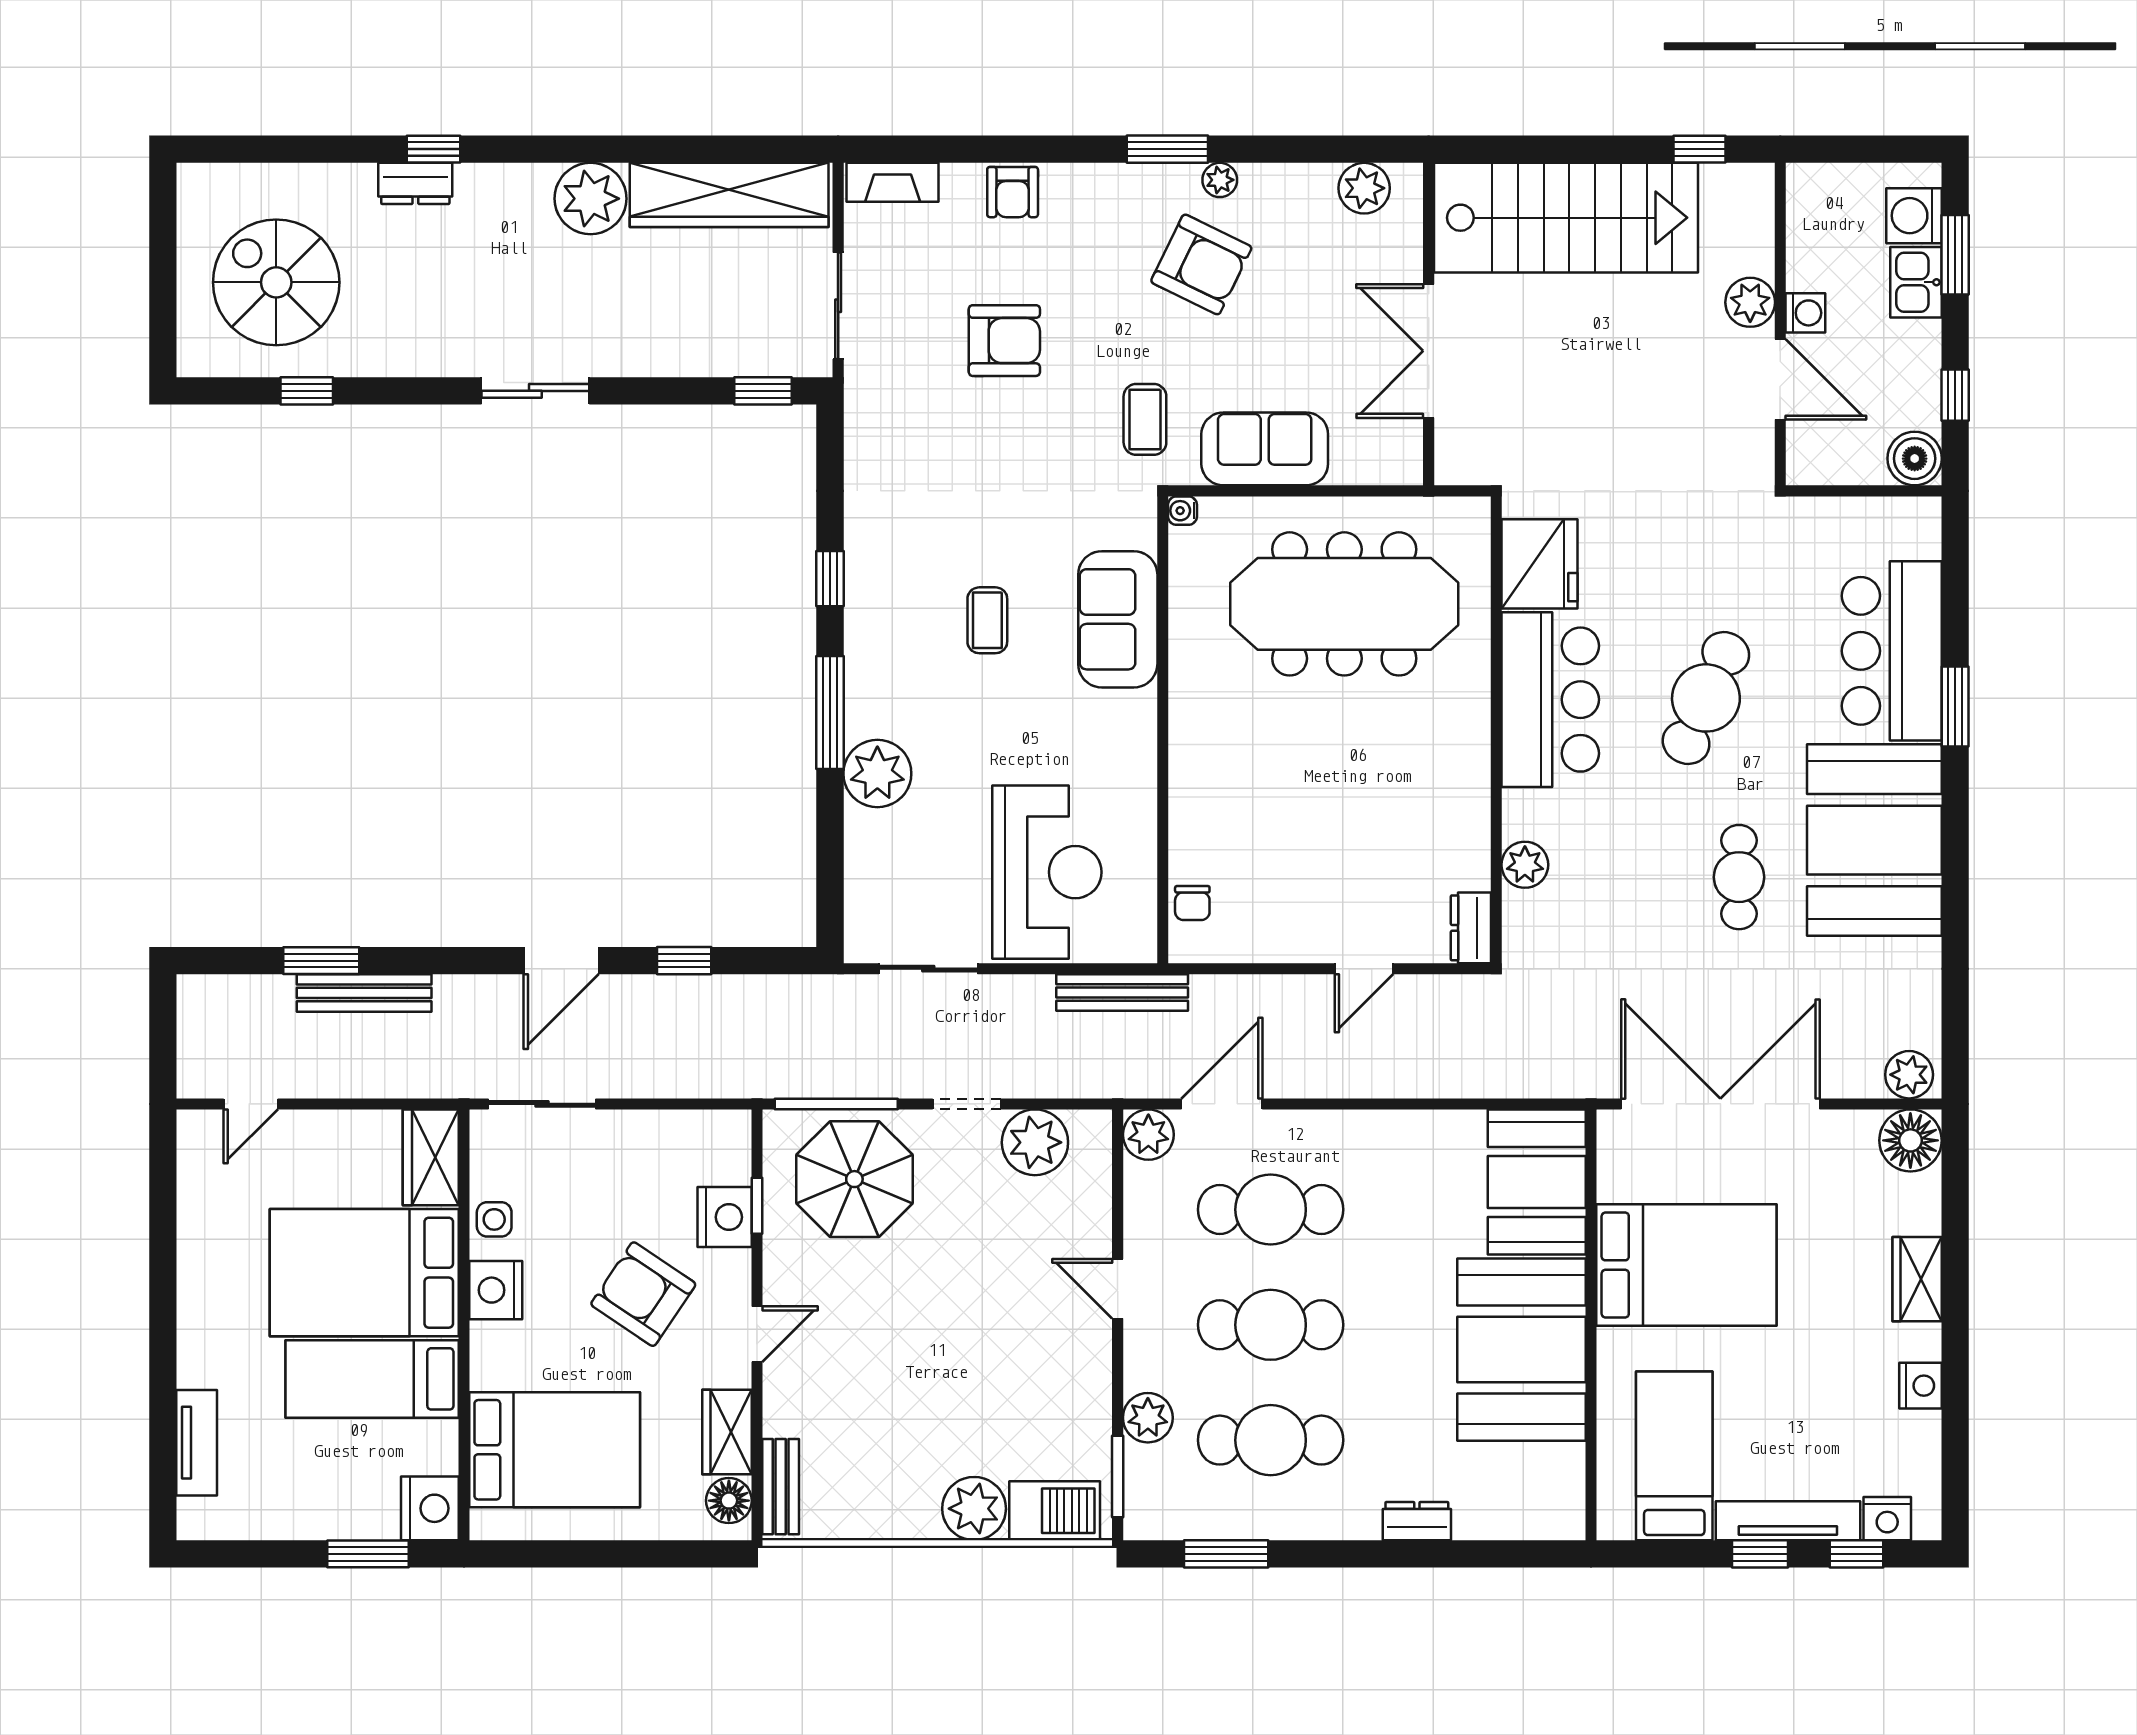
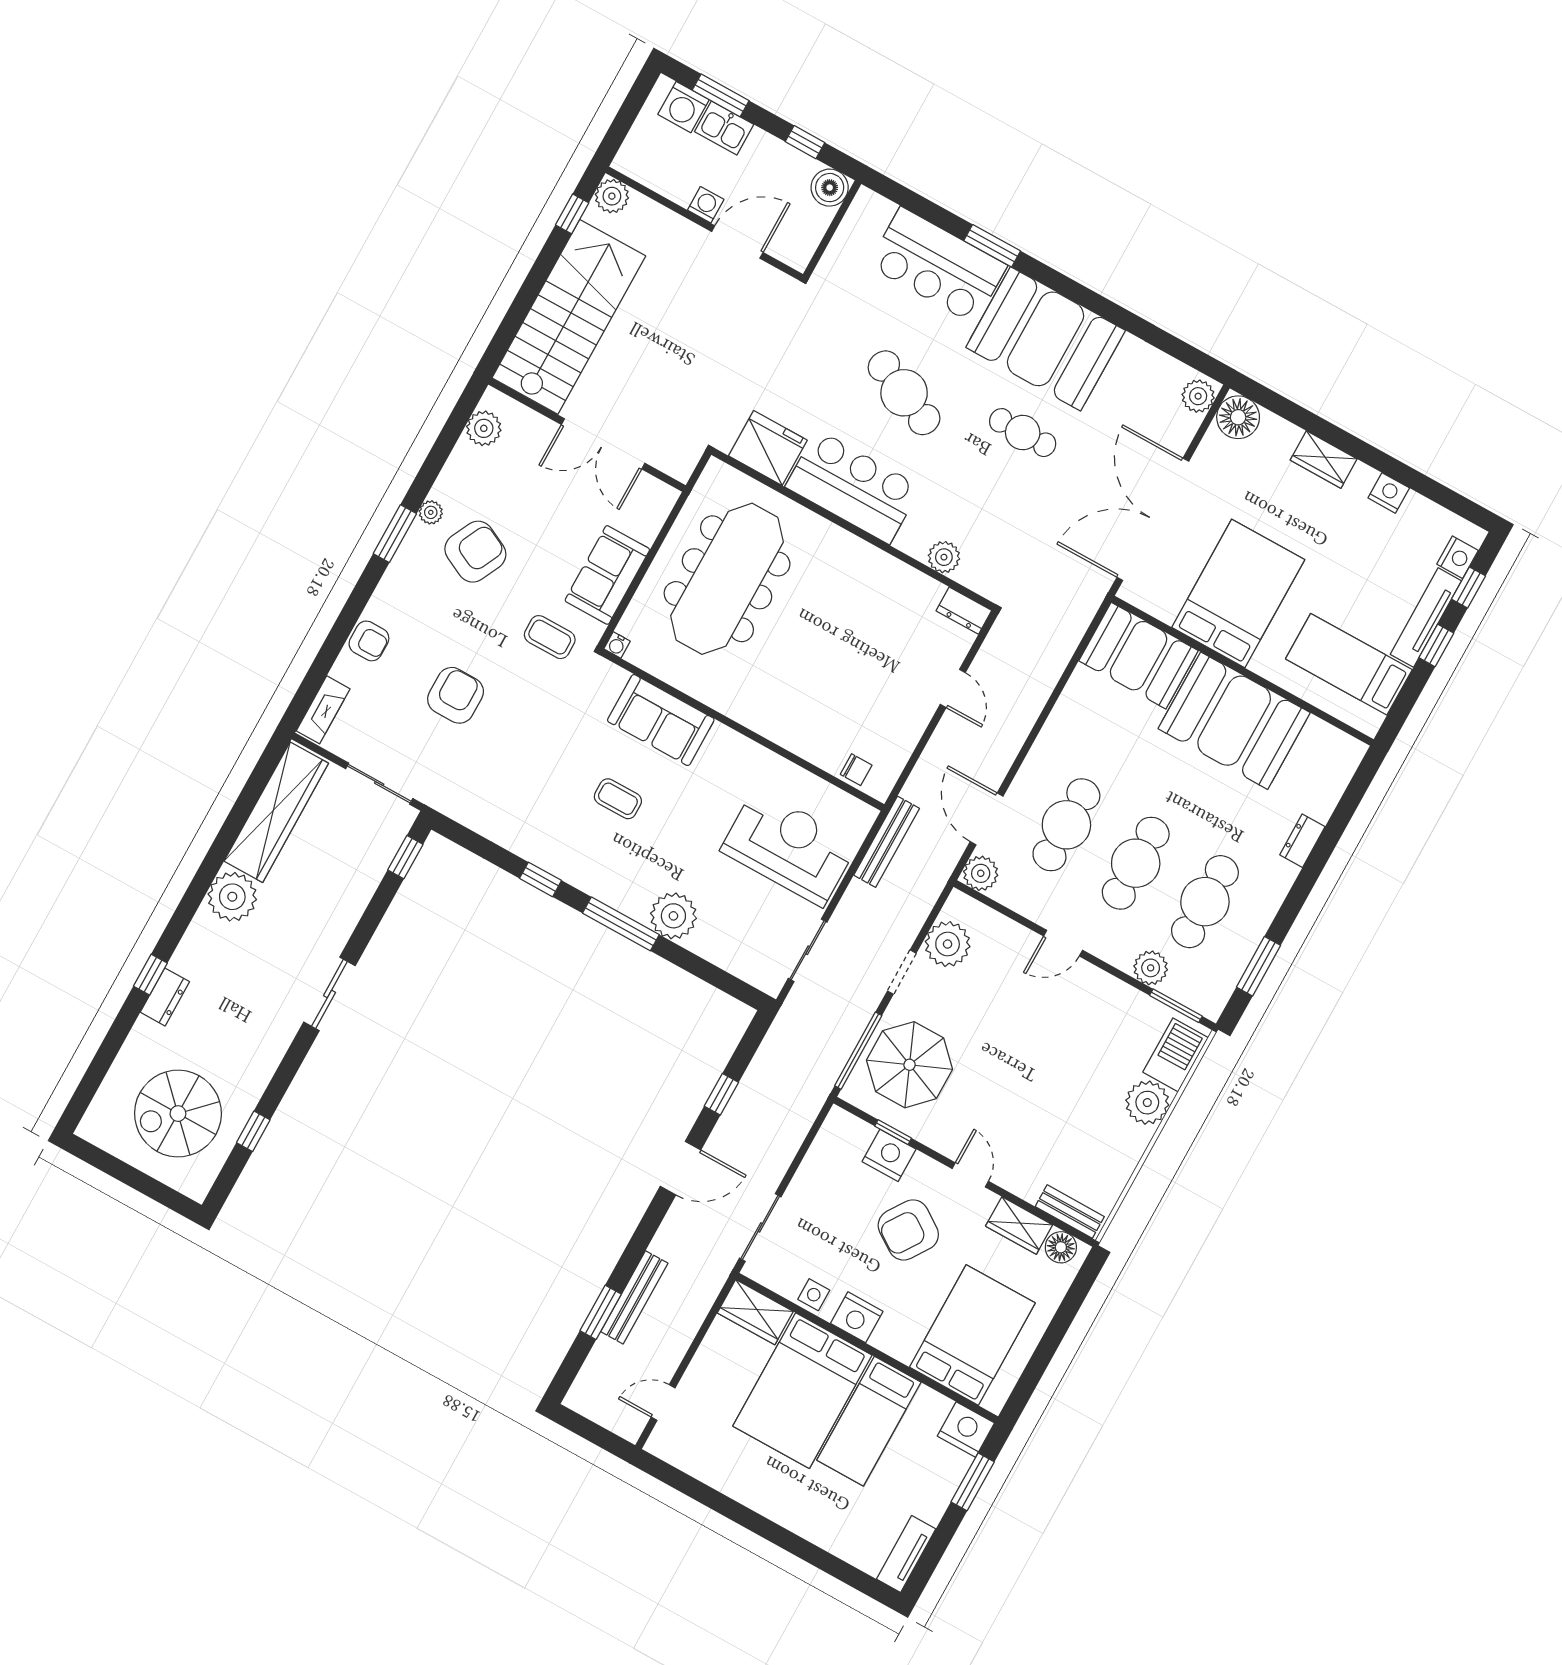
plant: (1750, 302) -> (612, 196), moved
door: (561, 961) -> (680, 1168), hinge flipped
door: (251, 1104) -> (663, 1402), swing flipped
tv unit: (197, 1443) -> (906, 1554), moved, turned -90

